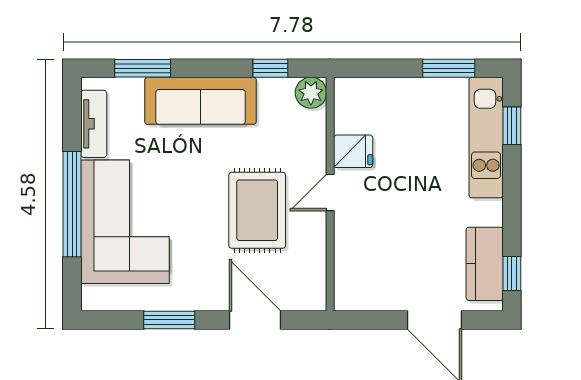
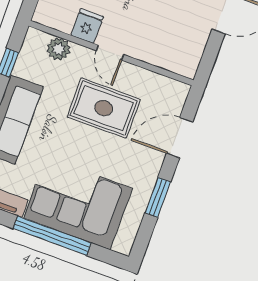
plant: (311, 93) -> (59, 49), moved

